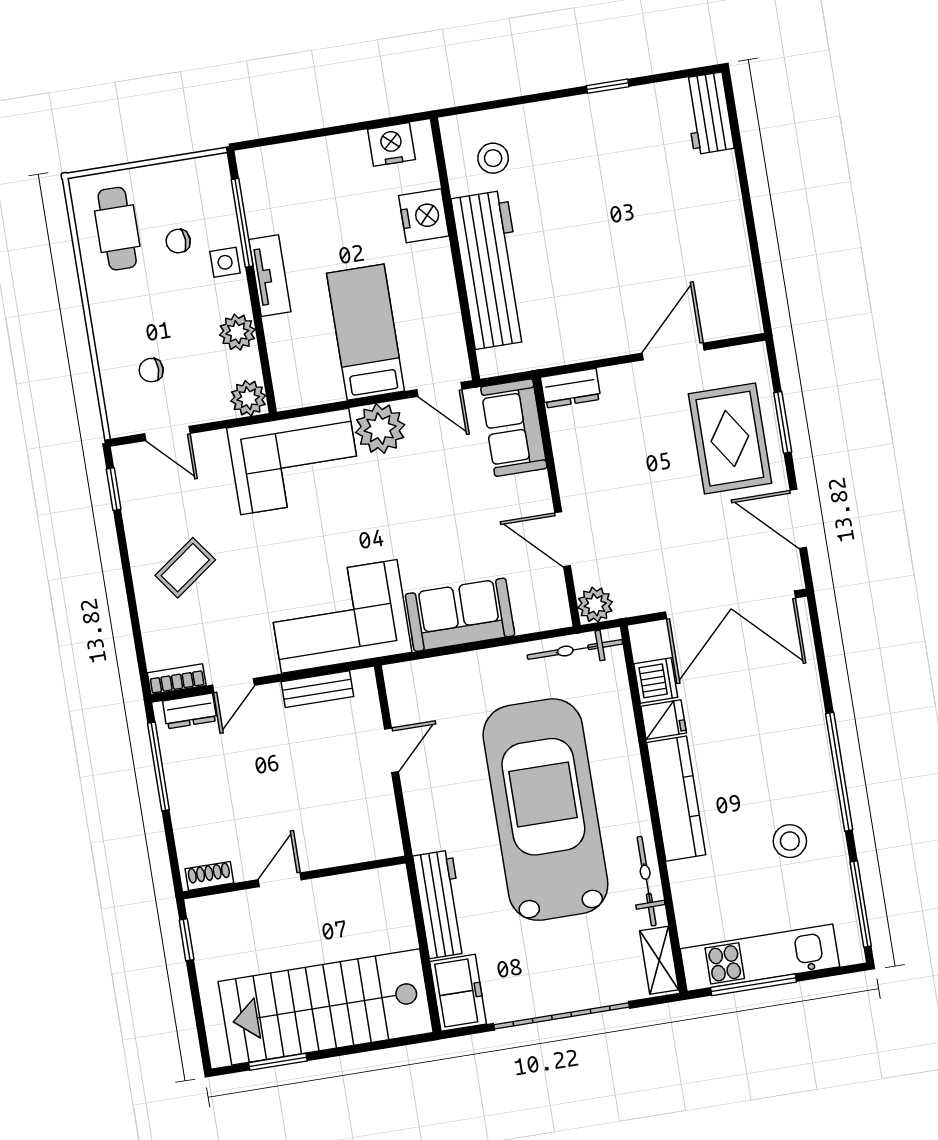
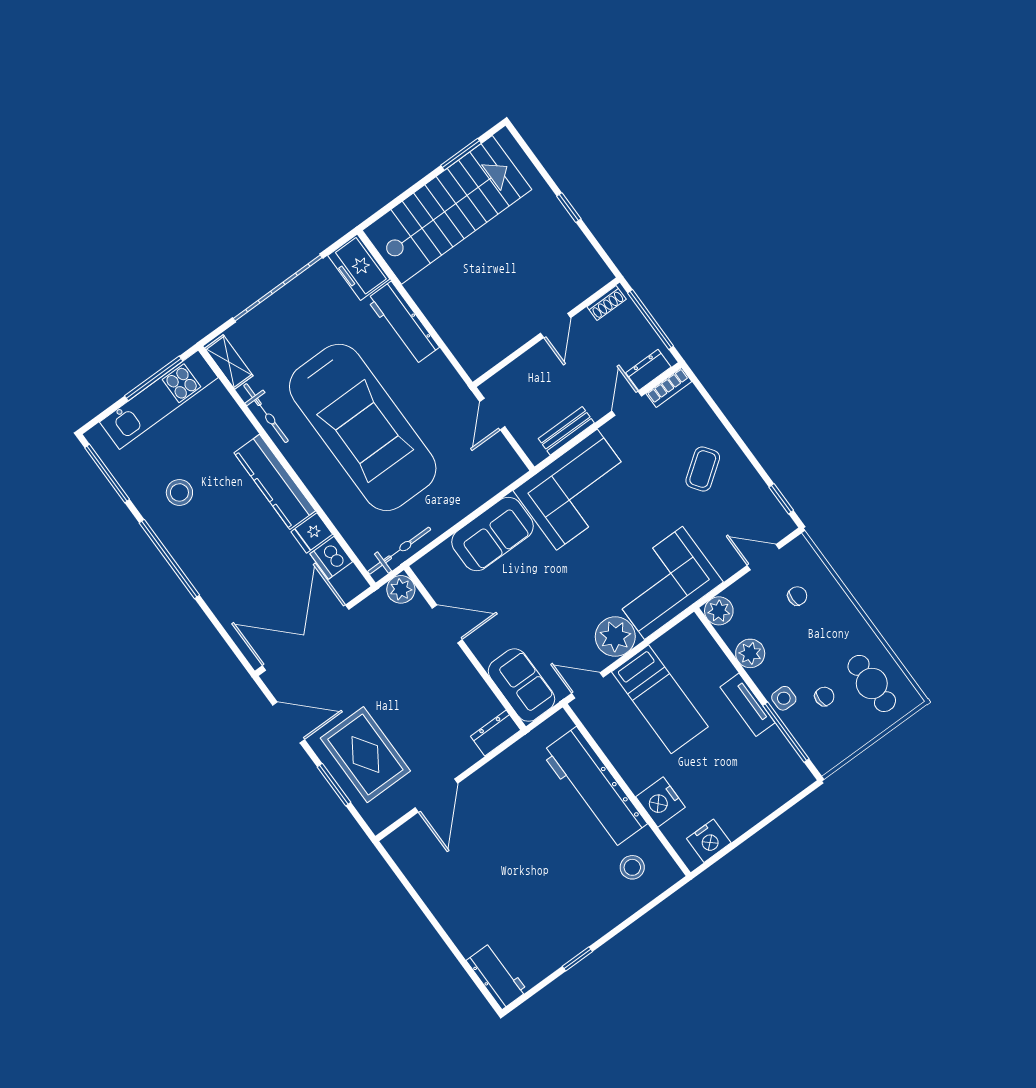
shoe rack: (209, 876) -> (607, 303), moved
wall: (294, 877) -> (546, 332), moved
door: (280, 880) -> (556, 325), moved

